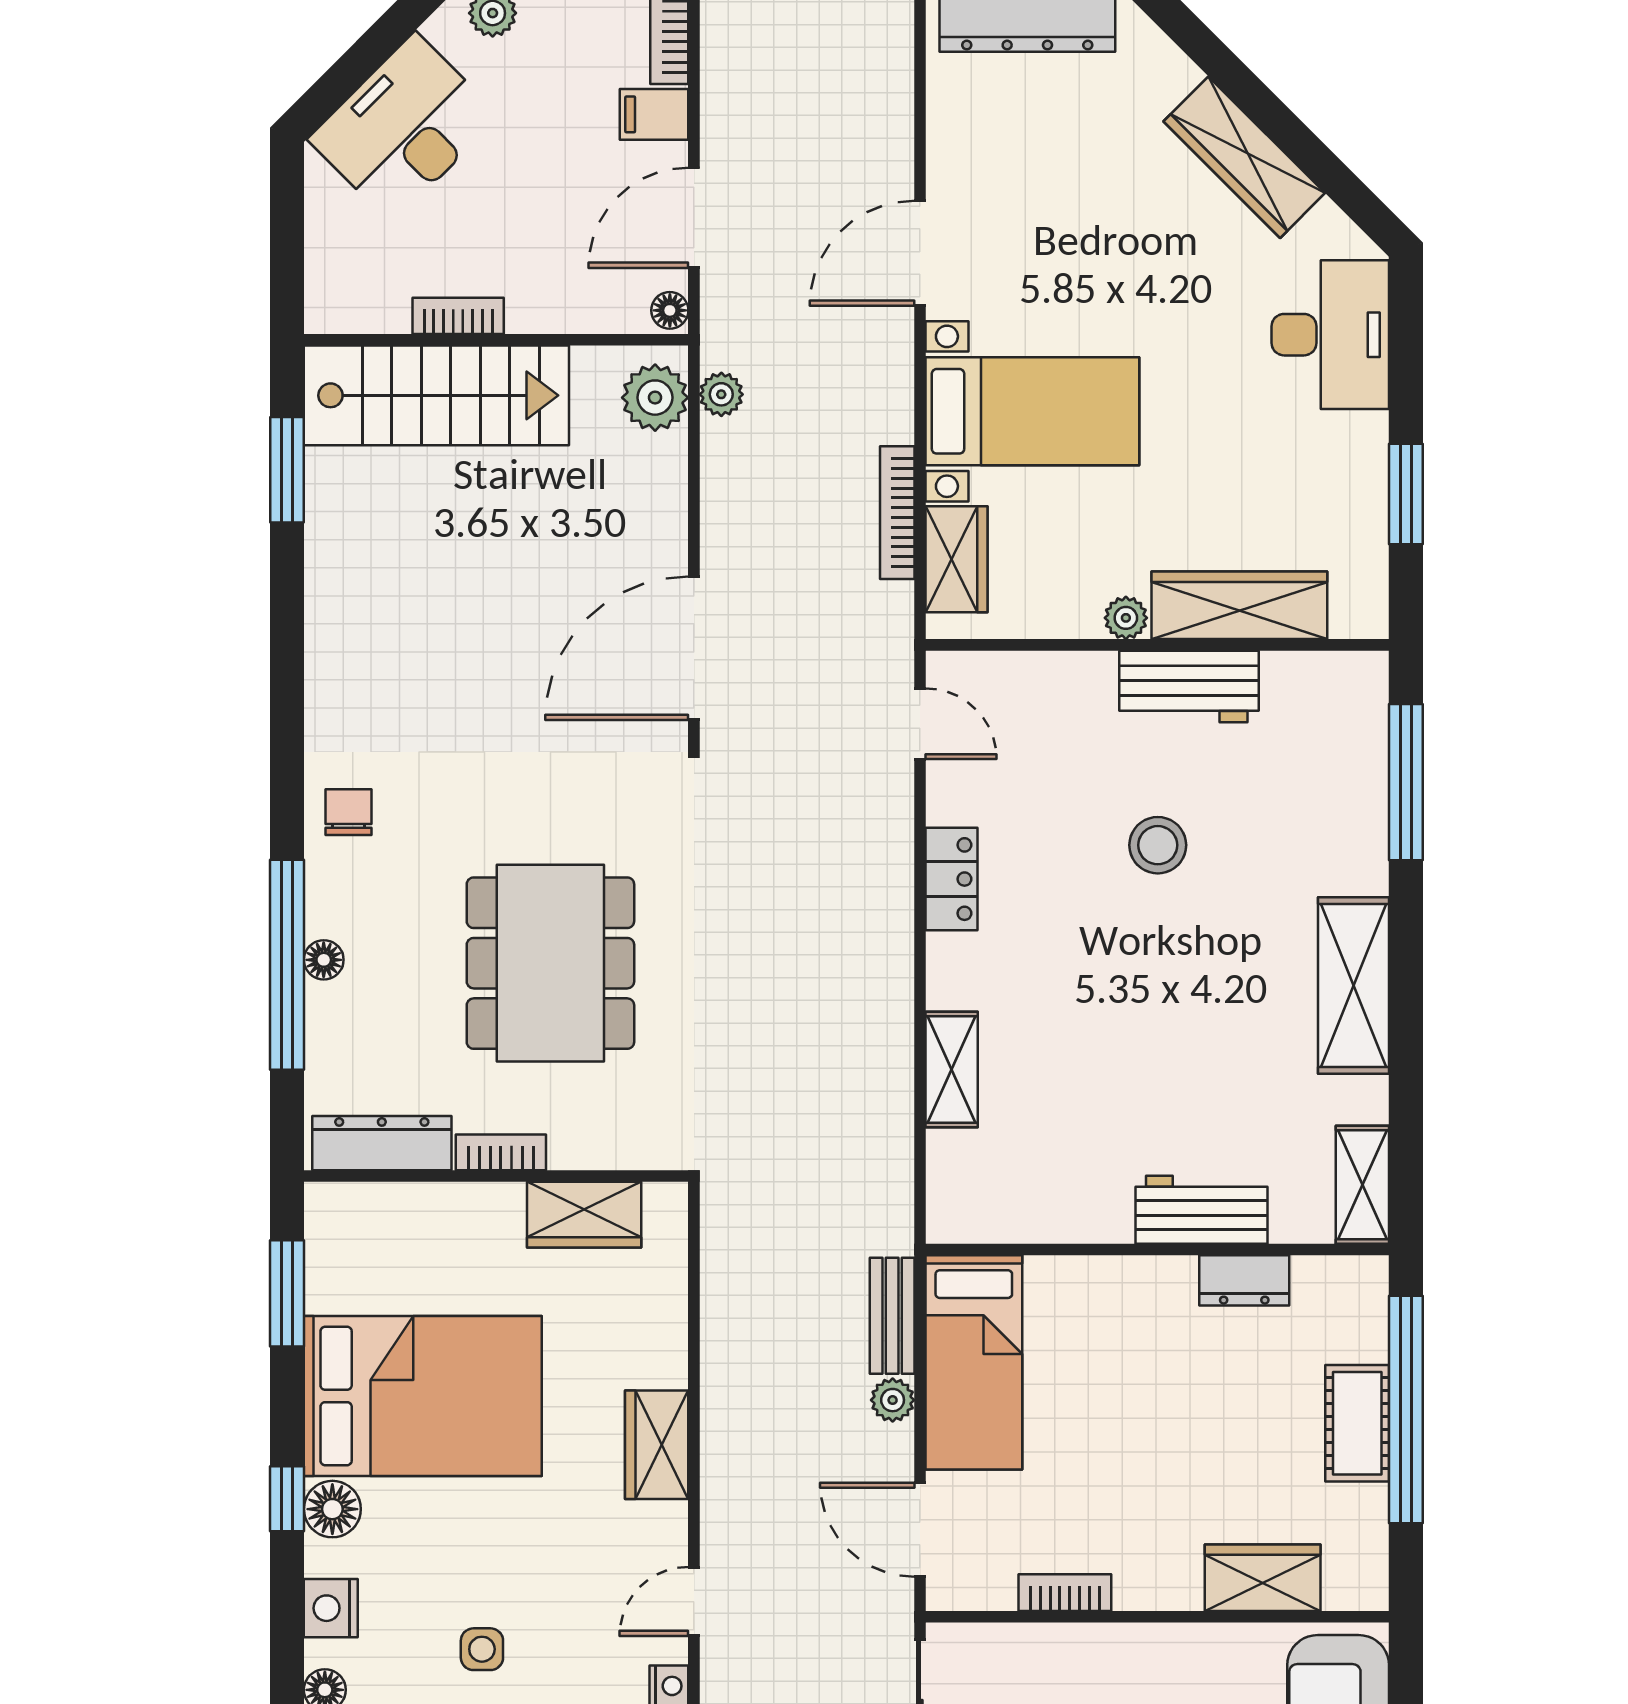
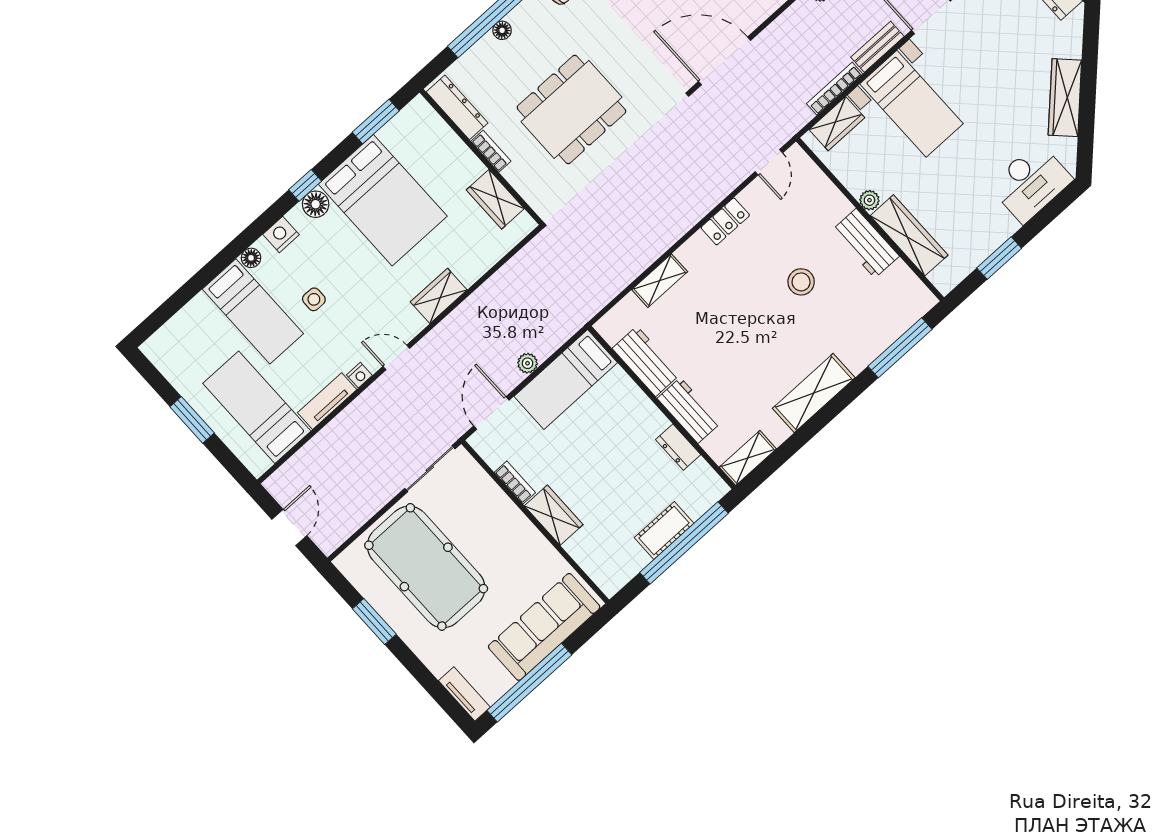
workbench: (1061, 1208) -> (646, 361), added
bench: (892, 1316) -> (877, 47), moved
wardrobe: (1263, 1578) -> (554, 515), moved

